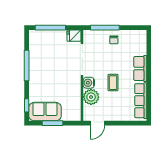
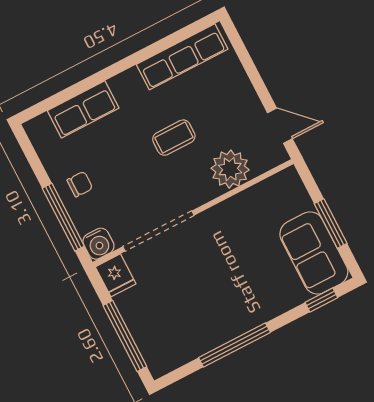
row of seats: (140, 68) -> (83, 109), moved
water cooler: (89, 83) -> (98, 244), moved

